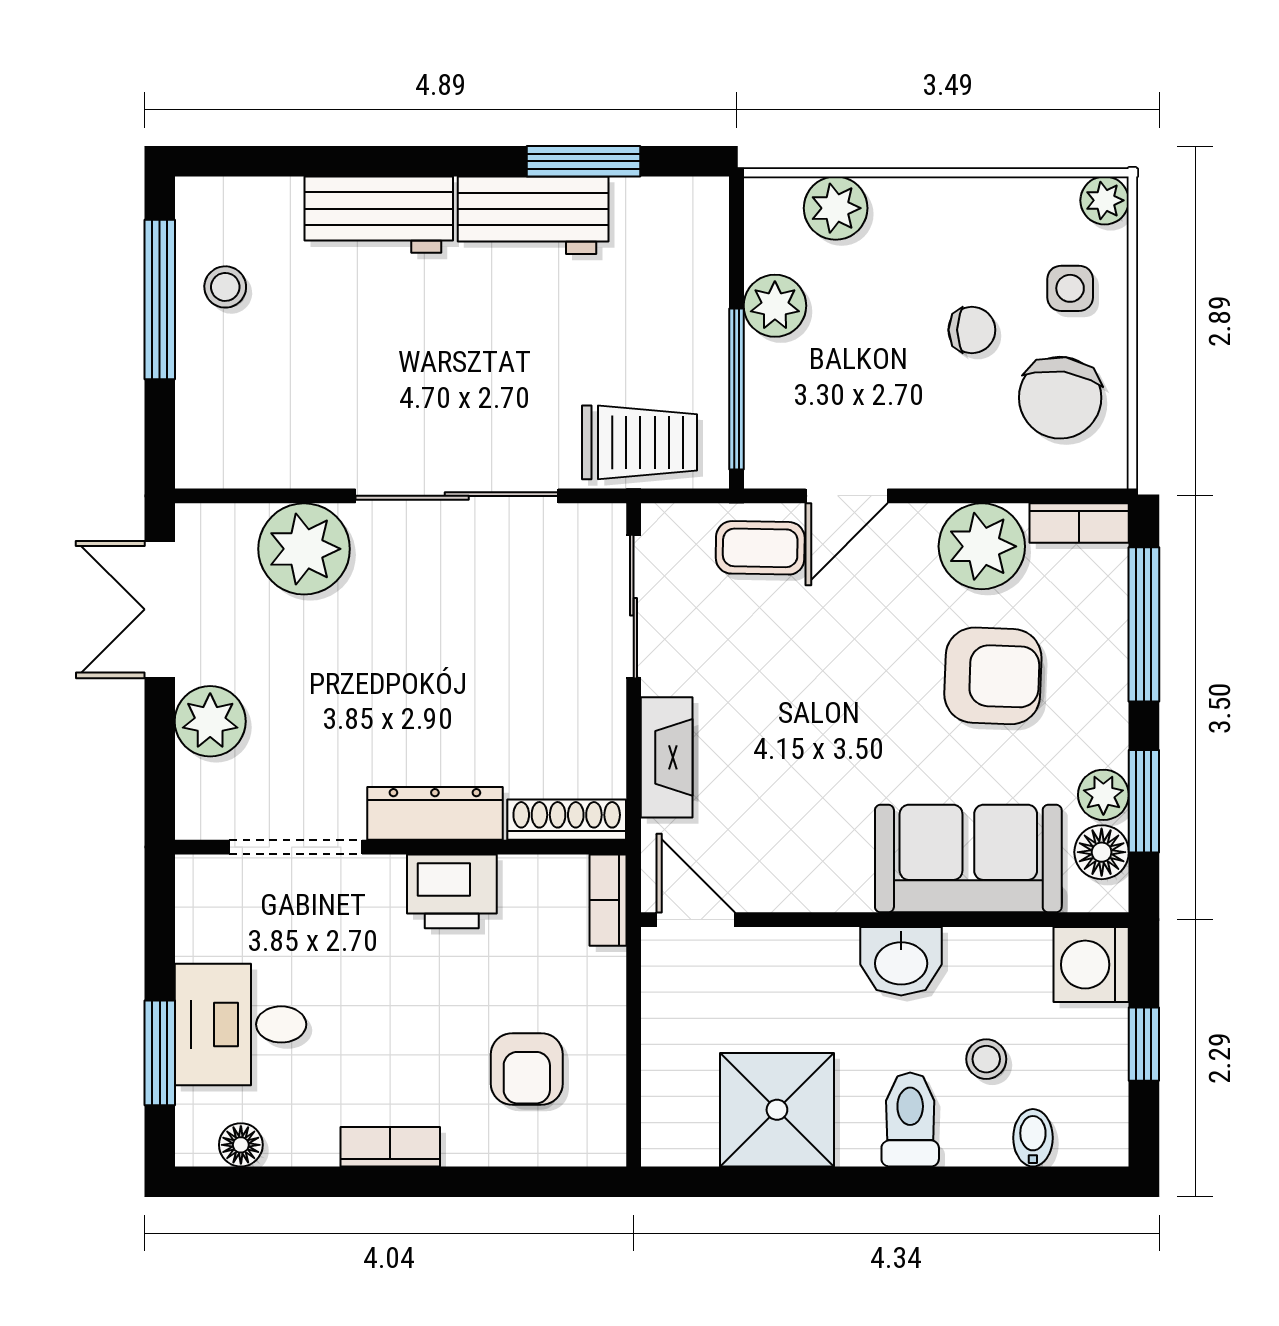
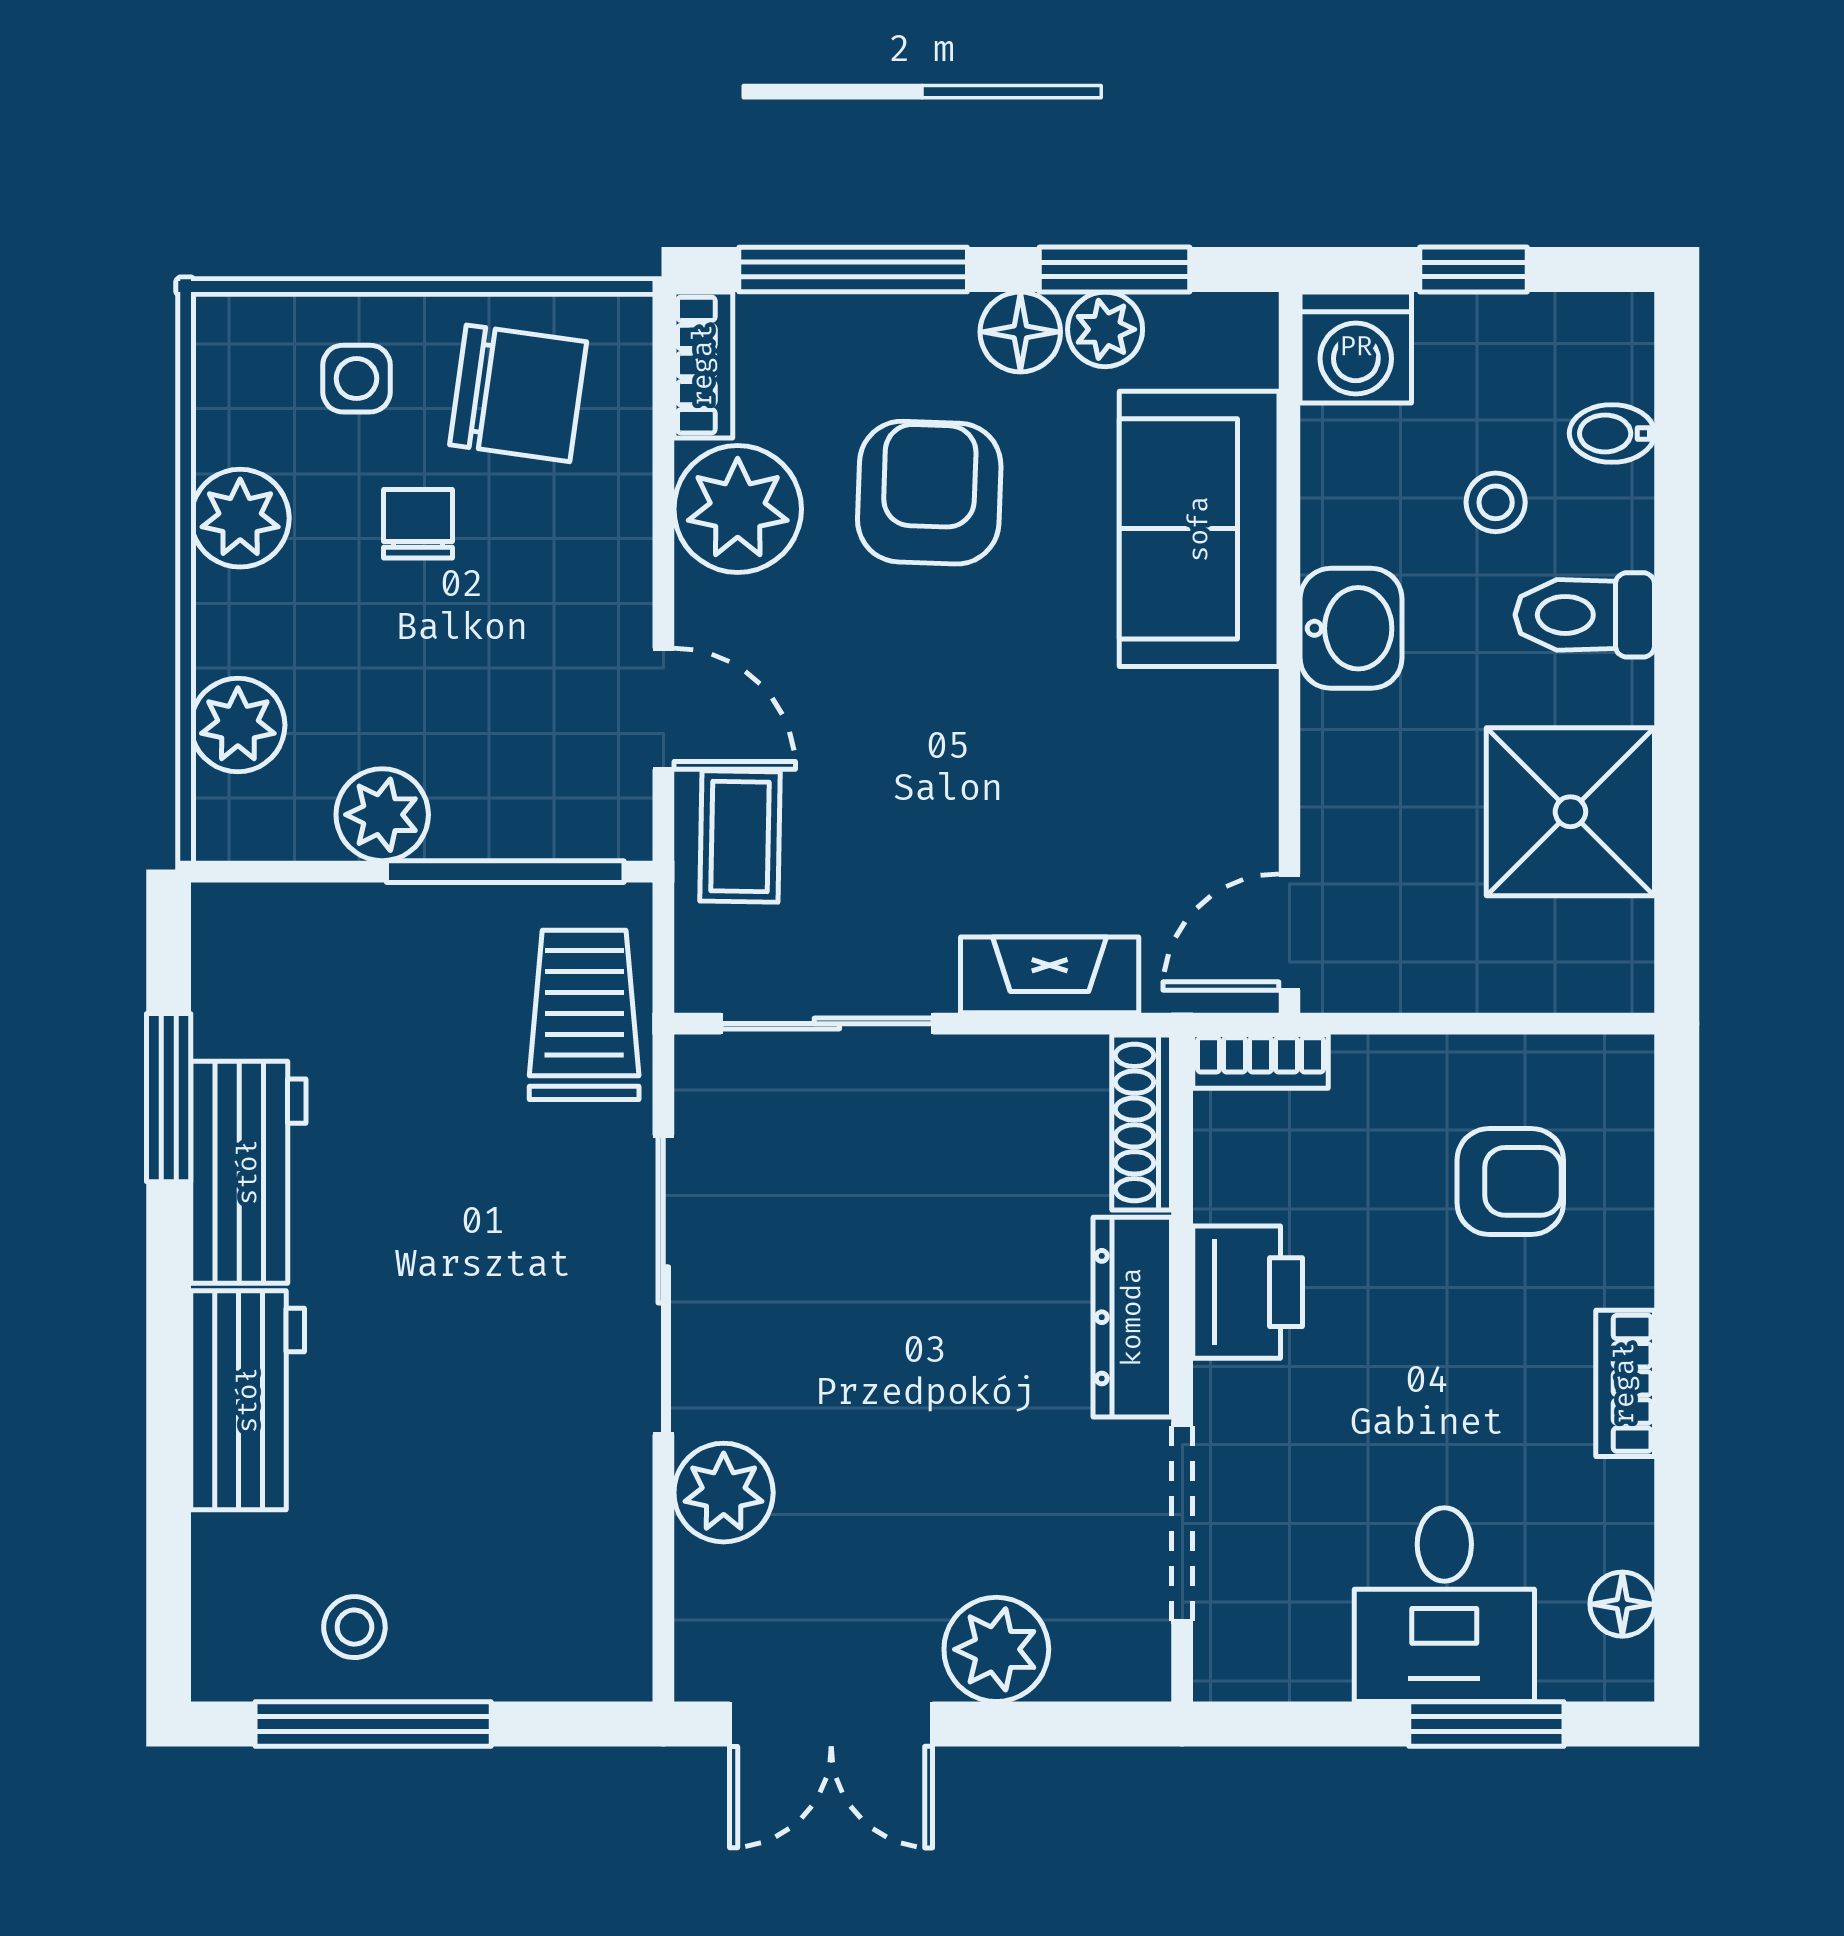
plant: (1105, 200) -> (240, 518), moved, width x1.38, depth x1.38
plant: (304, 549) -> (724, 1493), width x0.73, depth x0.73
floor lamp: (1102, 852) -> (1020, 332), moved

